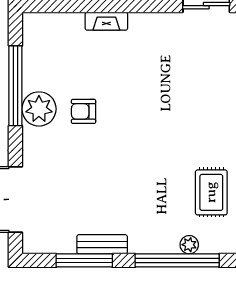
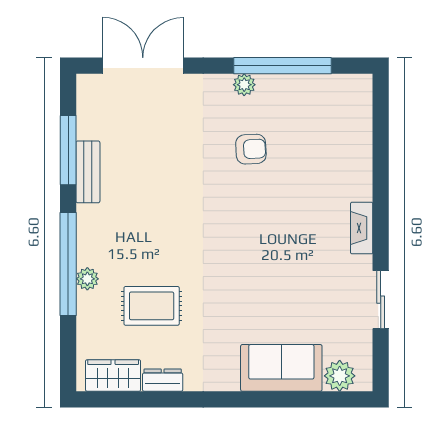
fireplace: (106, 21) -> (362, 228), moved
plant: (39, 109) -> (244, 85), width x0.53, depth x0.53
armchair: (84, 111) -> (251, 149), turned 87

